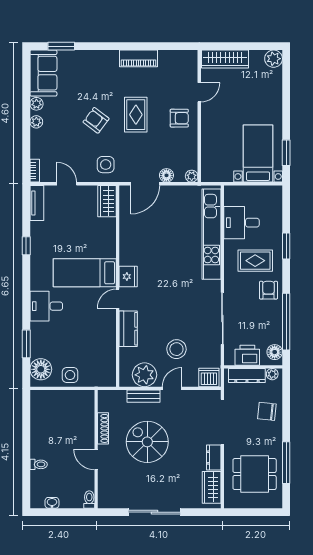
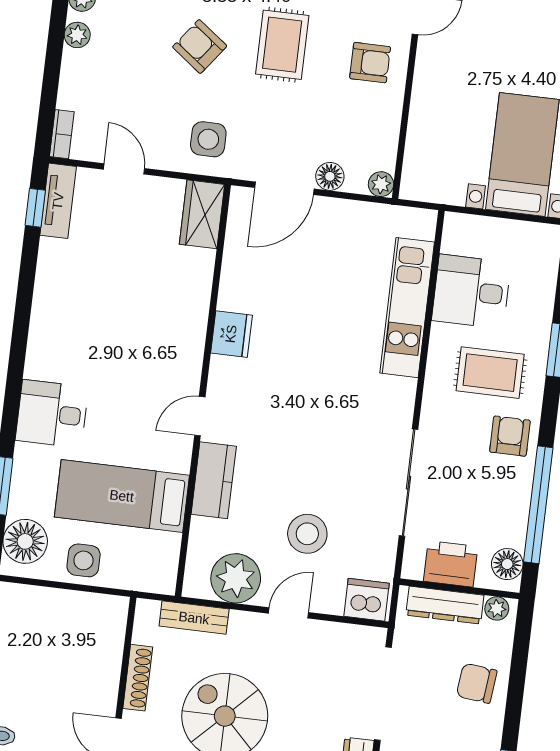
kitchen unit: (211, 234) -> (407, 308), width x0.73
window: (26, 246) -> (35, 208), moved
bed: (85, 273) -> (122, 496), moved
fridge: (128, 277) -> (231, 334), moved
bench: (143, 396) -> (194, 618), moved

